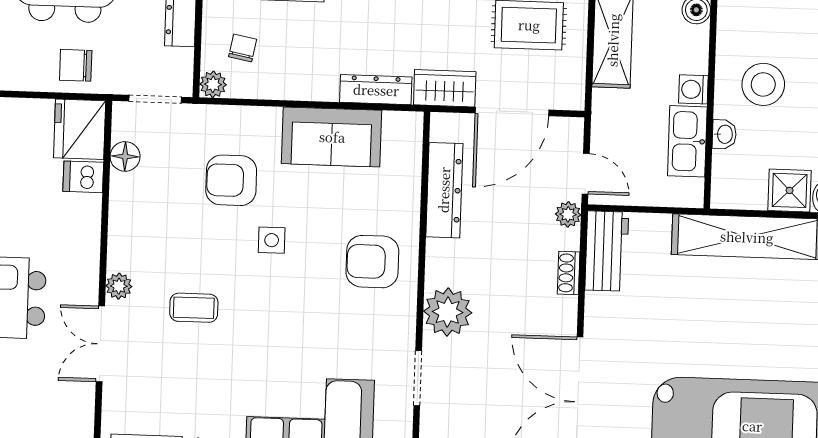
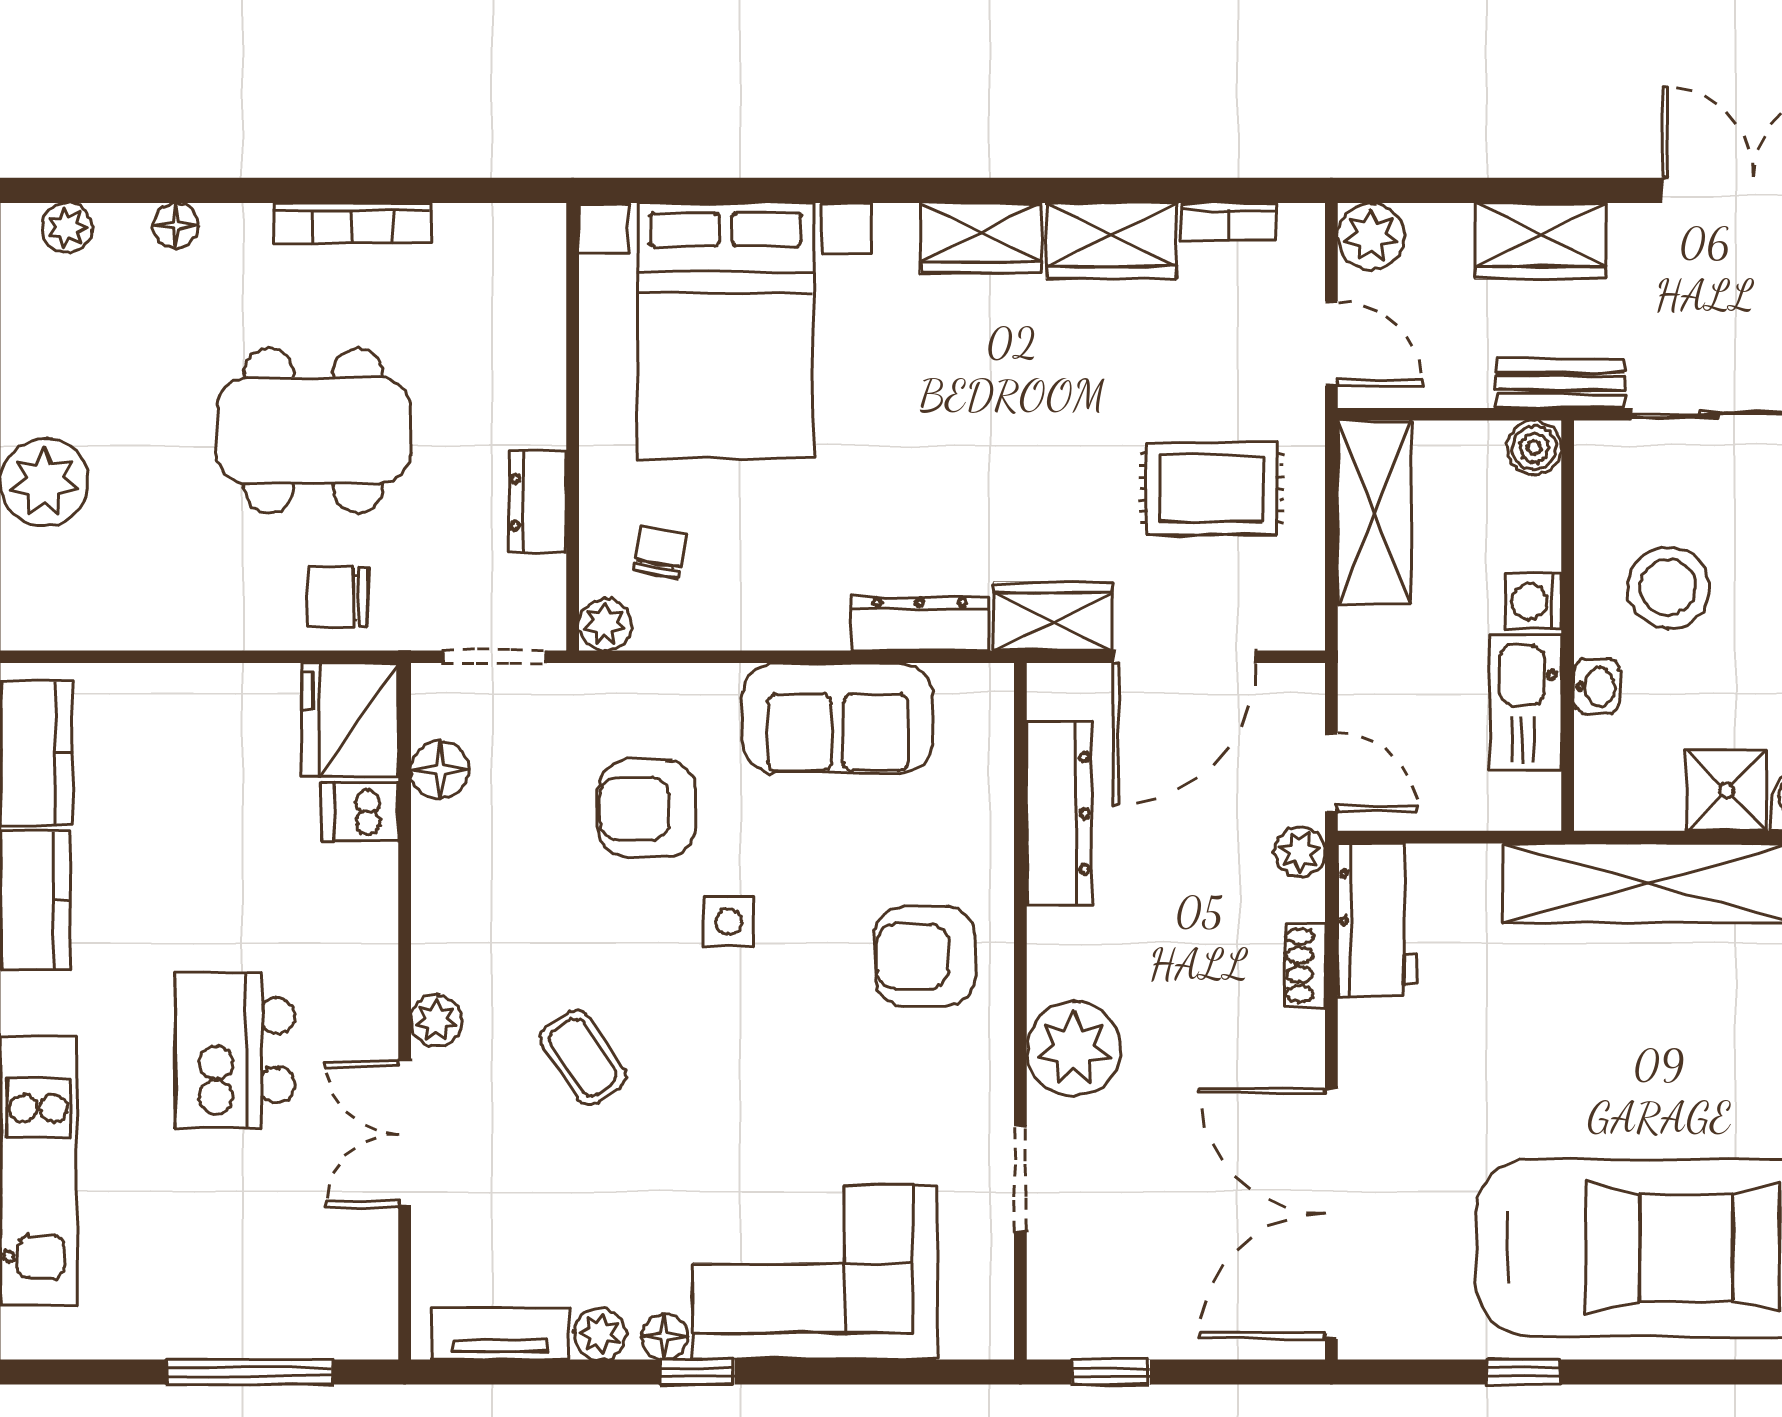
coffee table: (194, 308) -> (583, 1057), turned 56

